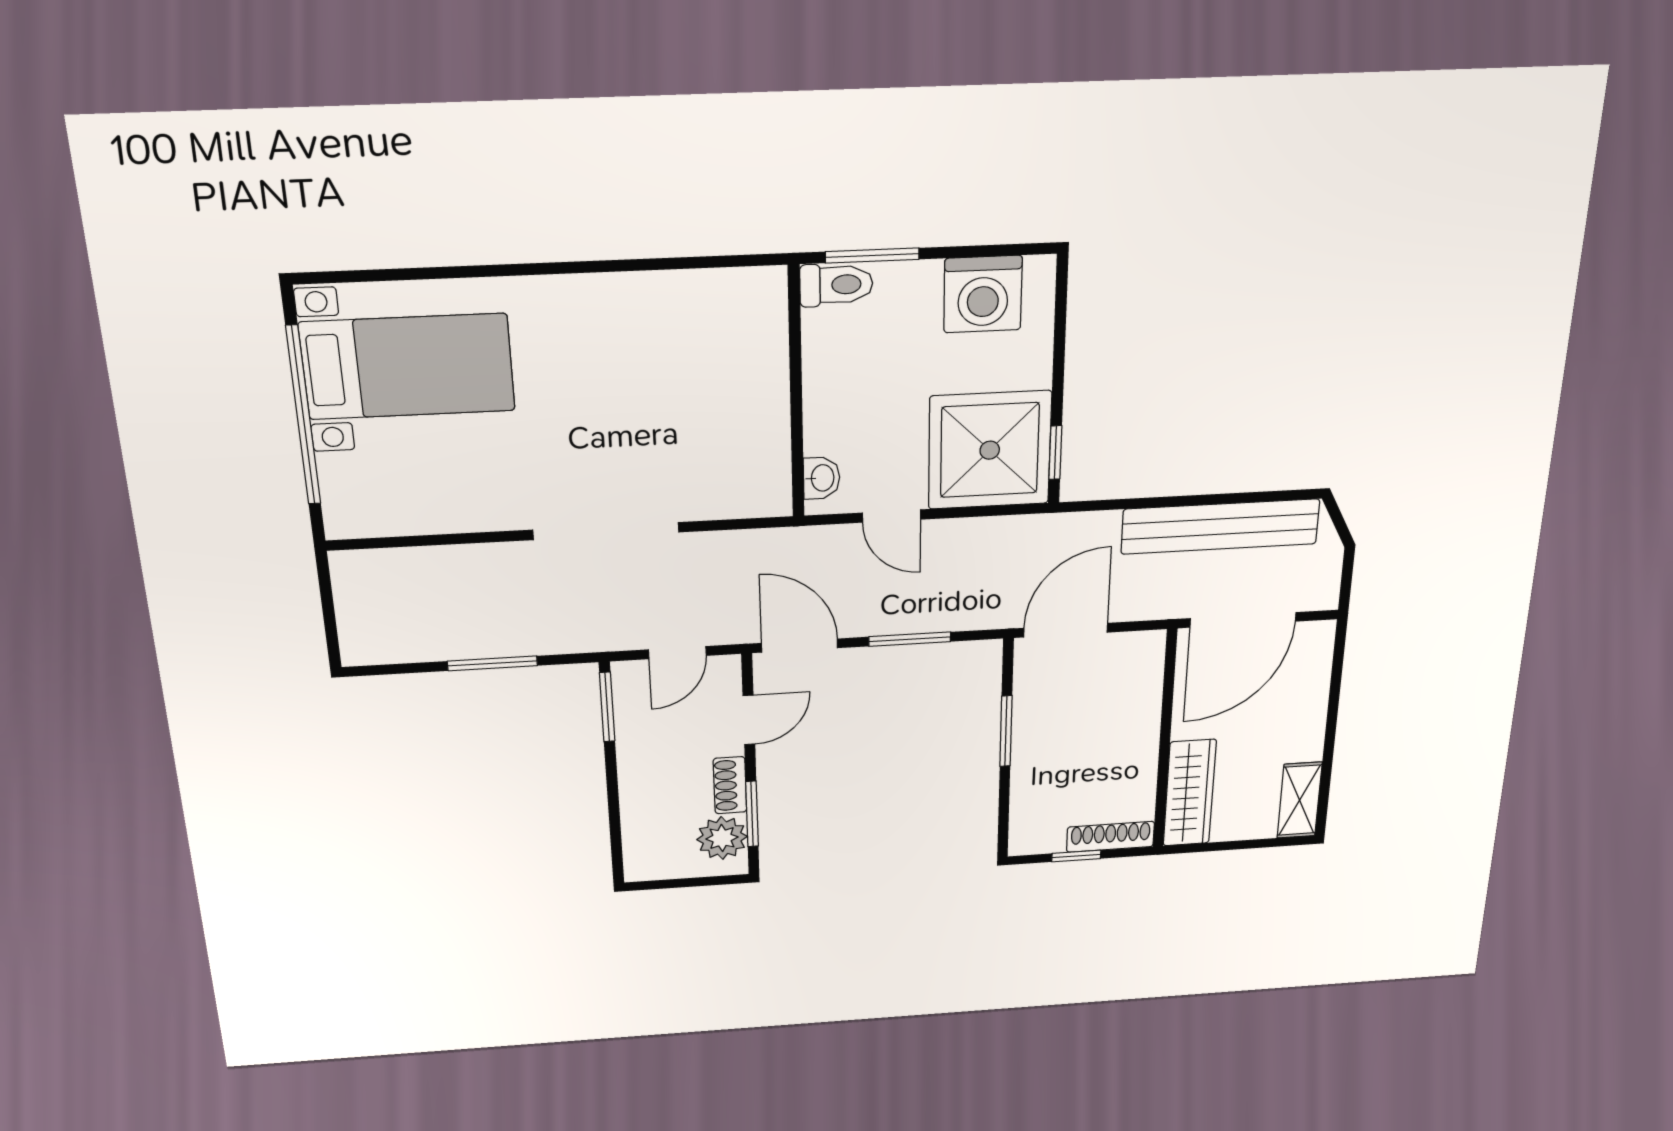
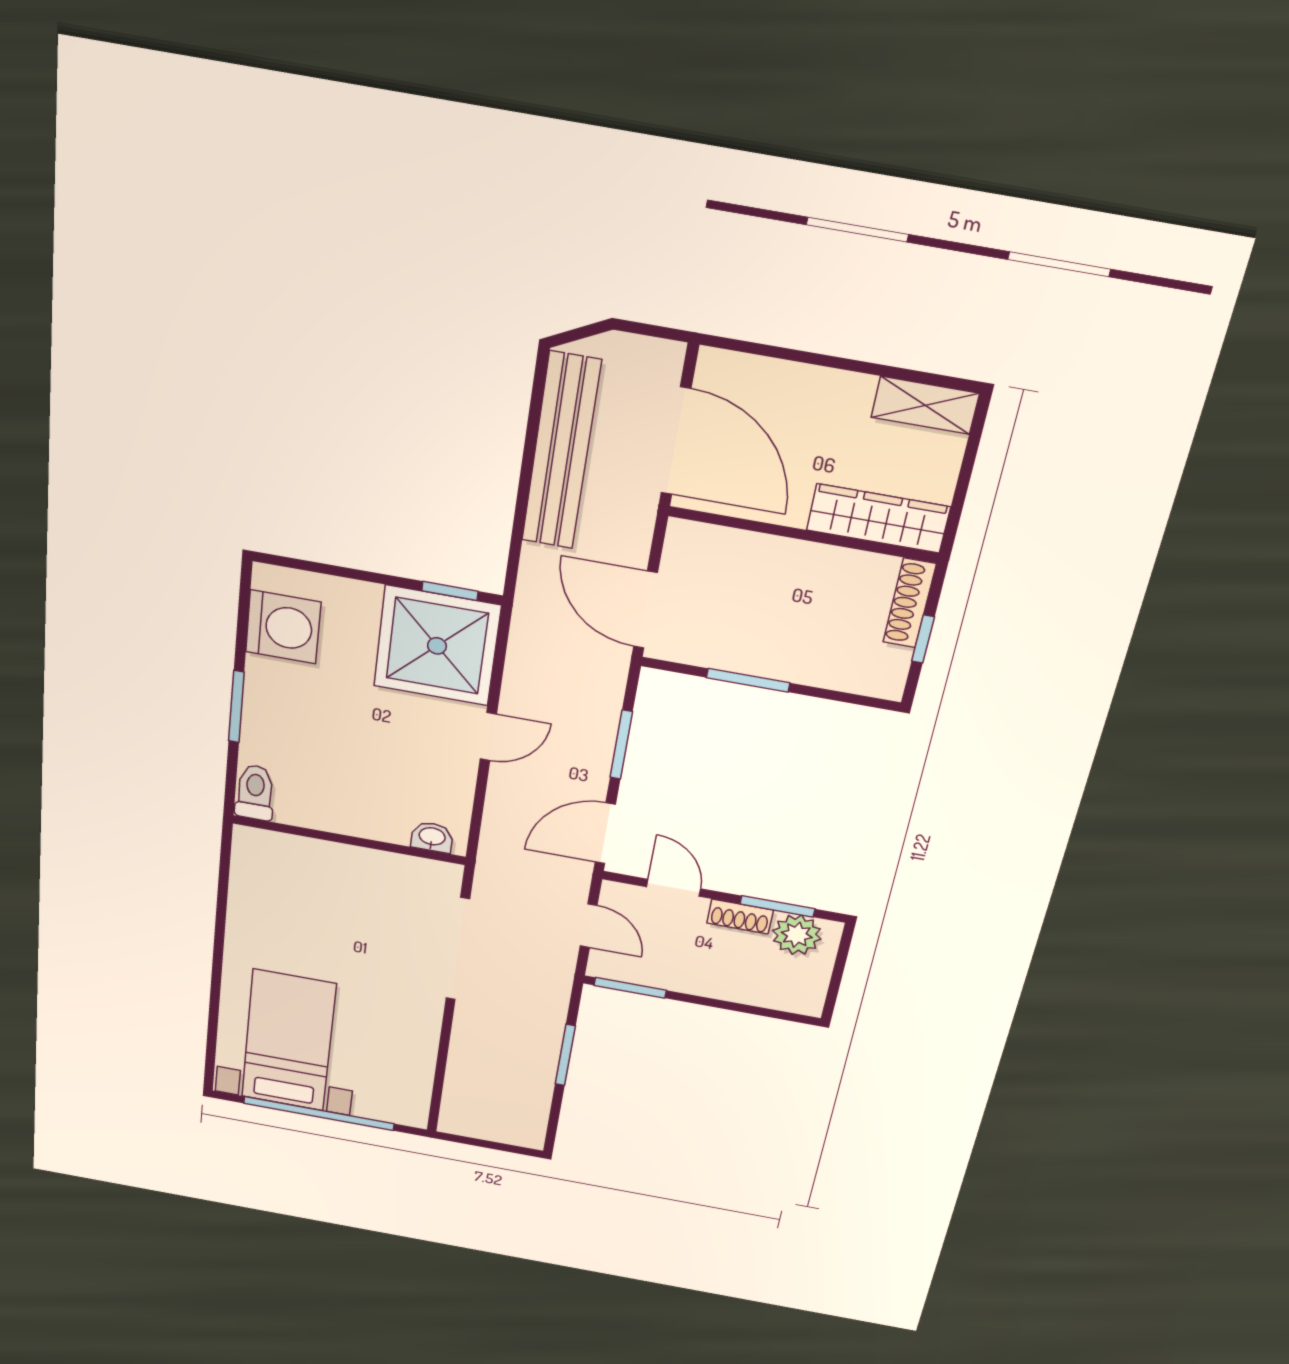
toilet: (836, 285) -> (255, 792), moved
wall: (796, 394) -> (349, 840), moved
washbasin: (822, 478) -> (432, 837), moved

